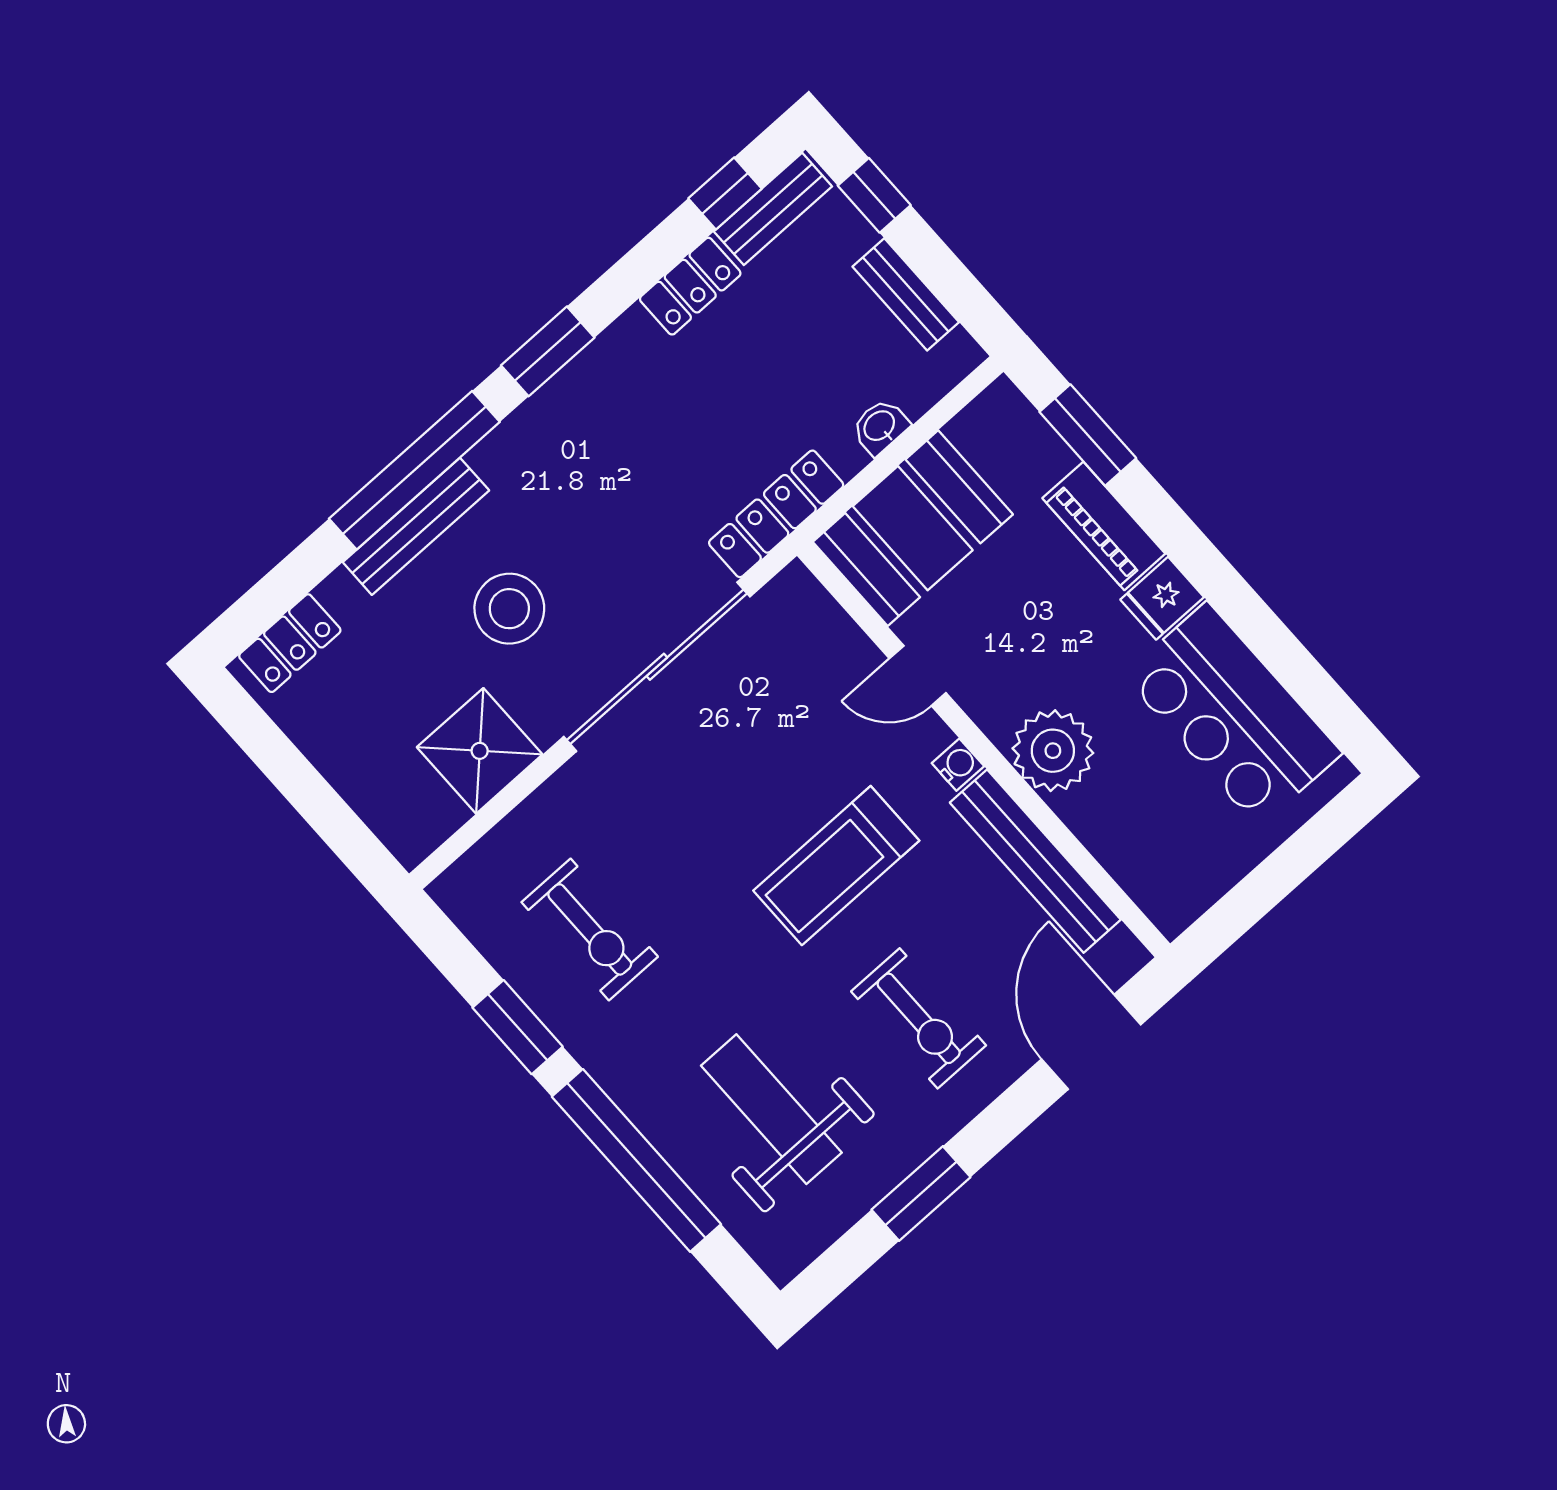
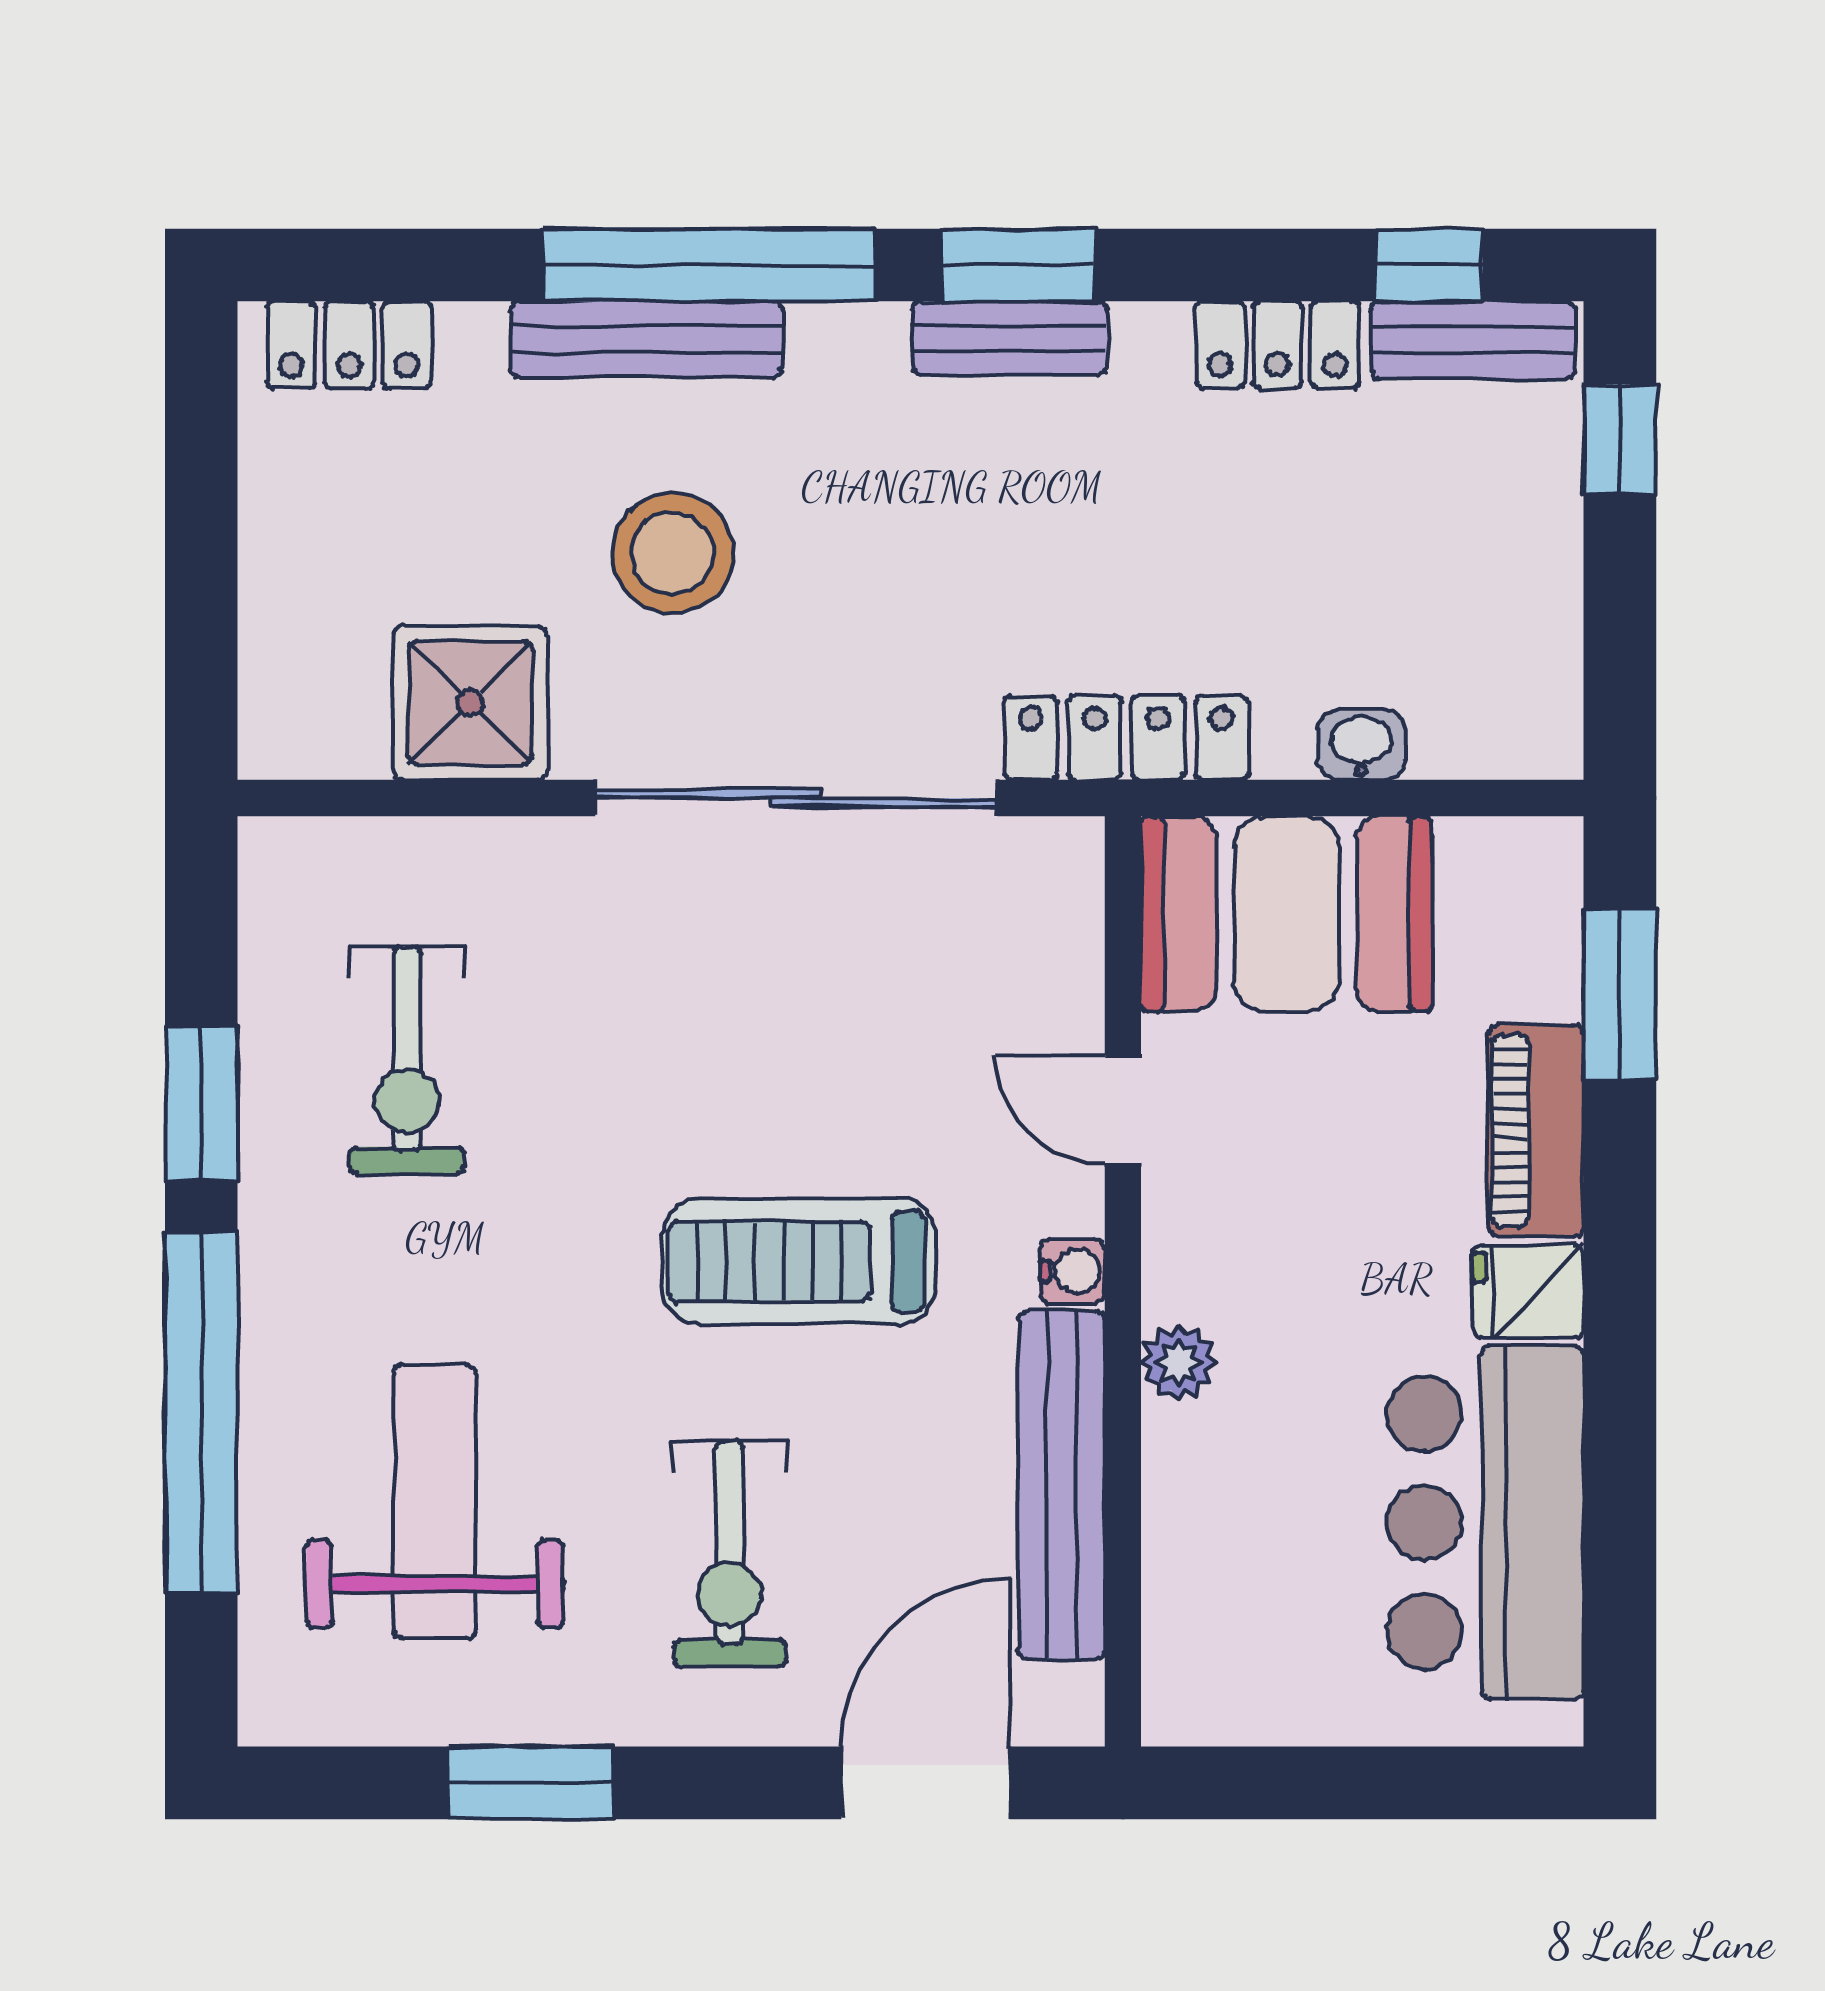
bench: (906, 294) -> (1010, 338), moved, turned 90
plant: (1053, 751) -> (1179, 1362), width x0.53, depth x0.53

